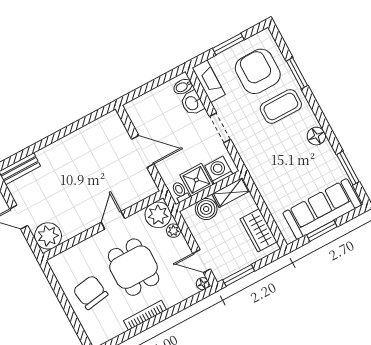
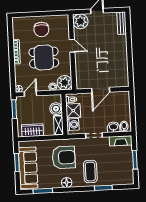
armchair: (258, 71) -> (64, 157), moved
door: (113, 220) -> (72, 46), moved
chair: (90, 292) -> (41, 29), turned 99

